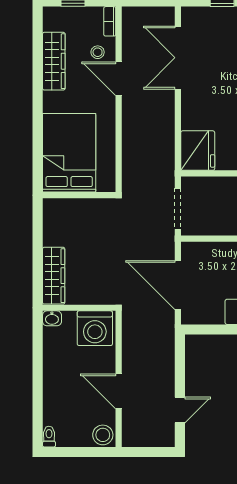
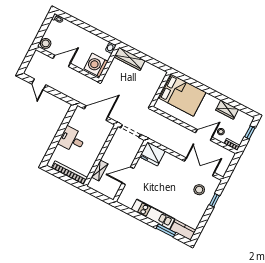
stool: (218, 37) -> (199, 190), added
wardrobe: (54, 61) -> (227, 110), width x0.67

